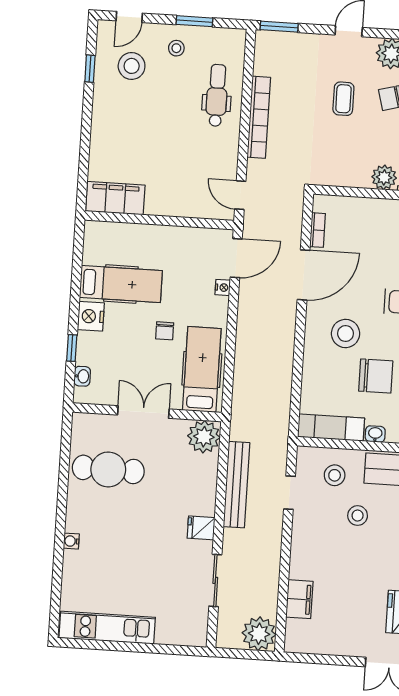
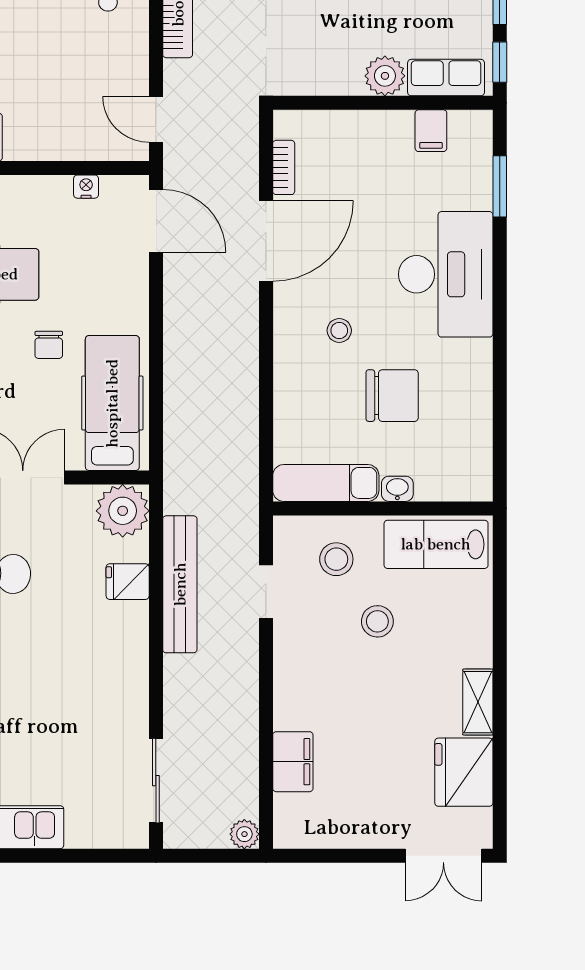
door: (236, 258) -> (156, 221), hinge flipped
nightstand: (223, 287) -> (86, 187), moved, turned -90
stool: (346, 334) -> (339, 330), width x0.53, depth x0.53
fridge: (201, 528) -> (128, 582), moved
sliding door: (215, 580) -> (156, 781), moved
plant: (259, 634) -> (244, 834), width x0.53, depth x0.53

